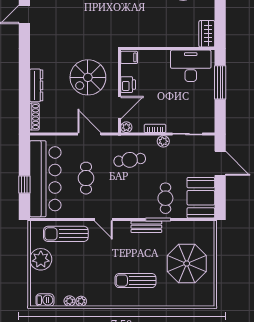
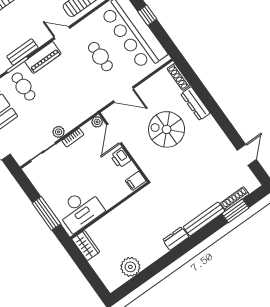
spiral stairs: (88, 77) -> (167, 129), moved, turned -90
cafe table: (130, 160) -> (75, 97), removed
piano: (133, 210) -> (43, 58), added

